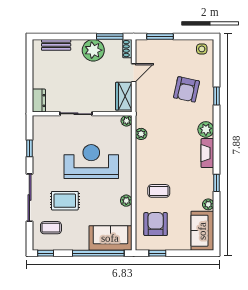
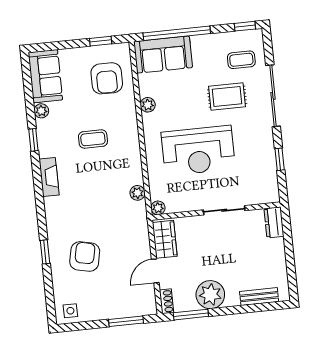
plant: (206, 129) -> (54, 207), removed
coffee table: (159, 191) -> (93, 139), moved

